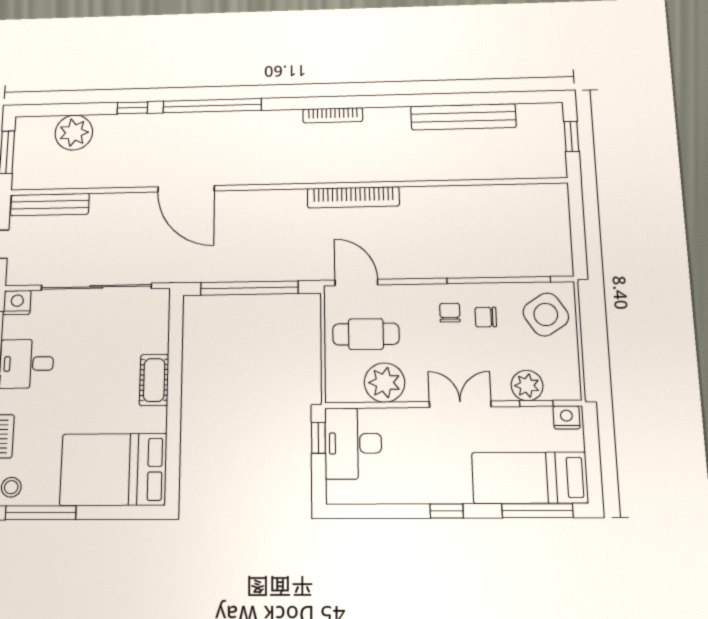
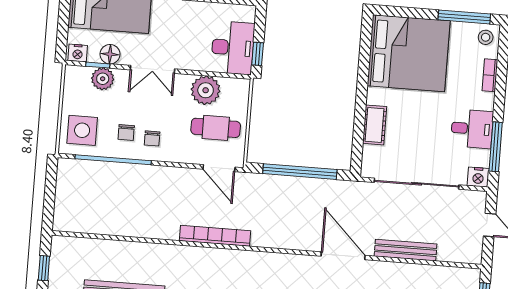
bench: (50, 205) -> (406, 250), moved
side table: (546, 314) -> (82, 130), turned 33
chair: (486, 317) -> (126, 132), turned 90
cot: (154, 380) -> (375, 125), moved
floor lamp: (521, 420) -> (110, 54), added
bed: (113, 469) -> (409, 53), width x1.36

